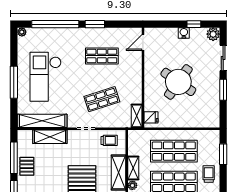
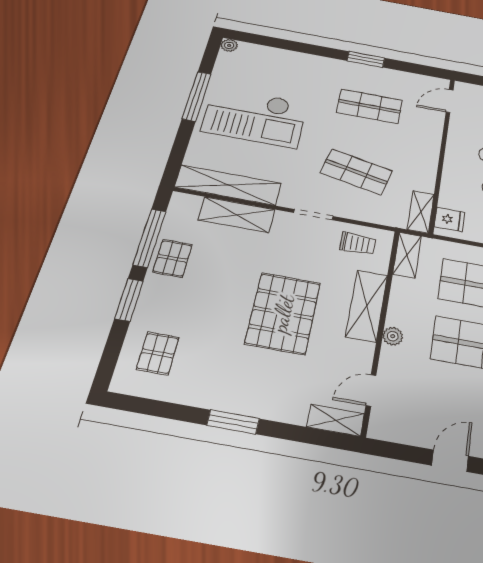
window: (55, 24) -> (293, 46), removed
checkout: (46, 77) -> (255, 117), turned -90
window: (14, 82) -> (197, 96), moved
shop shelf: (102, 99) -> (356, 172), turned 30
shelving: (133, 168) -> (407, 255), moved

